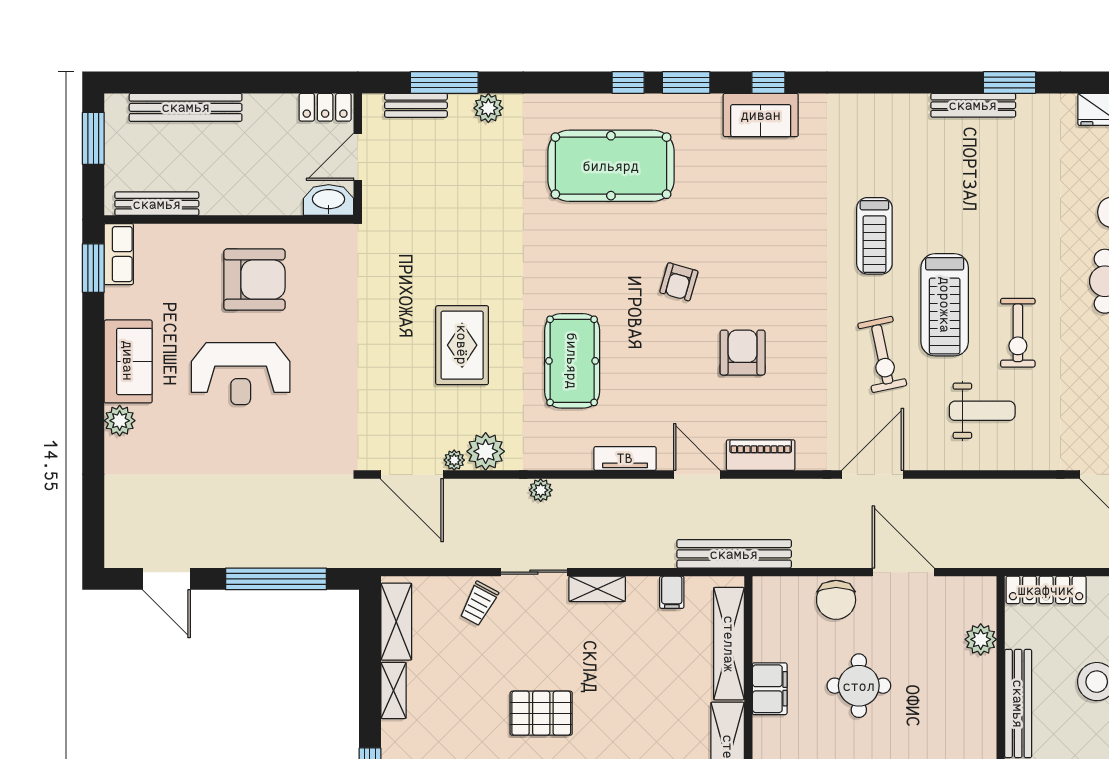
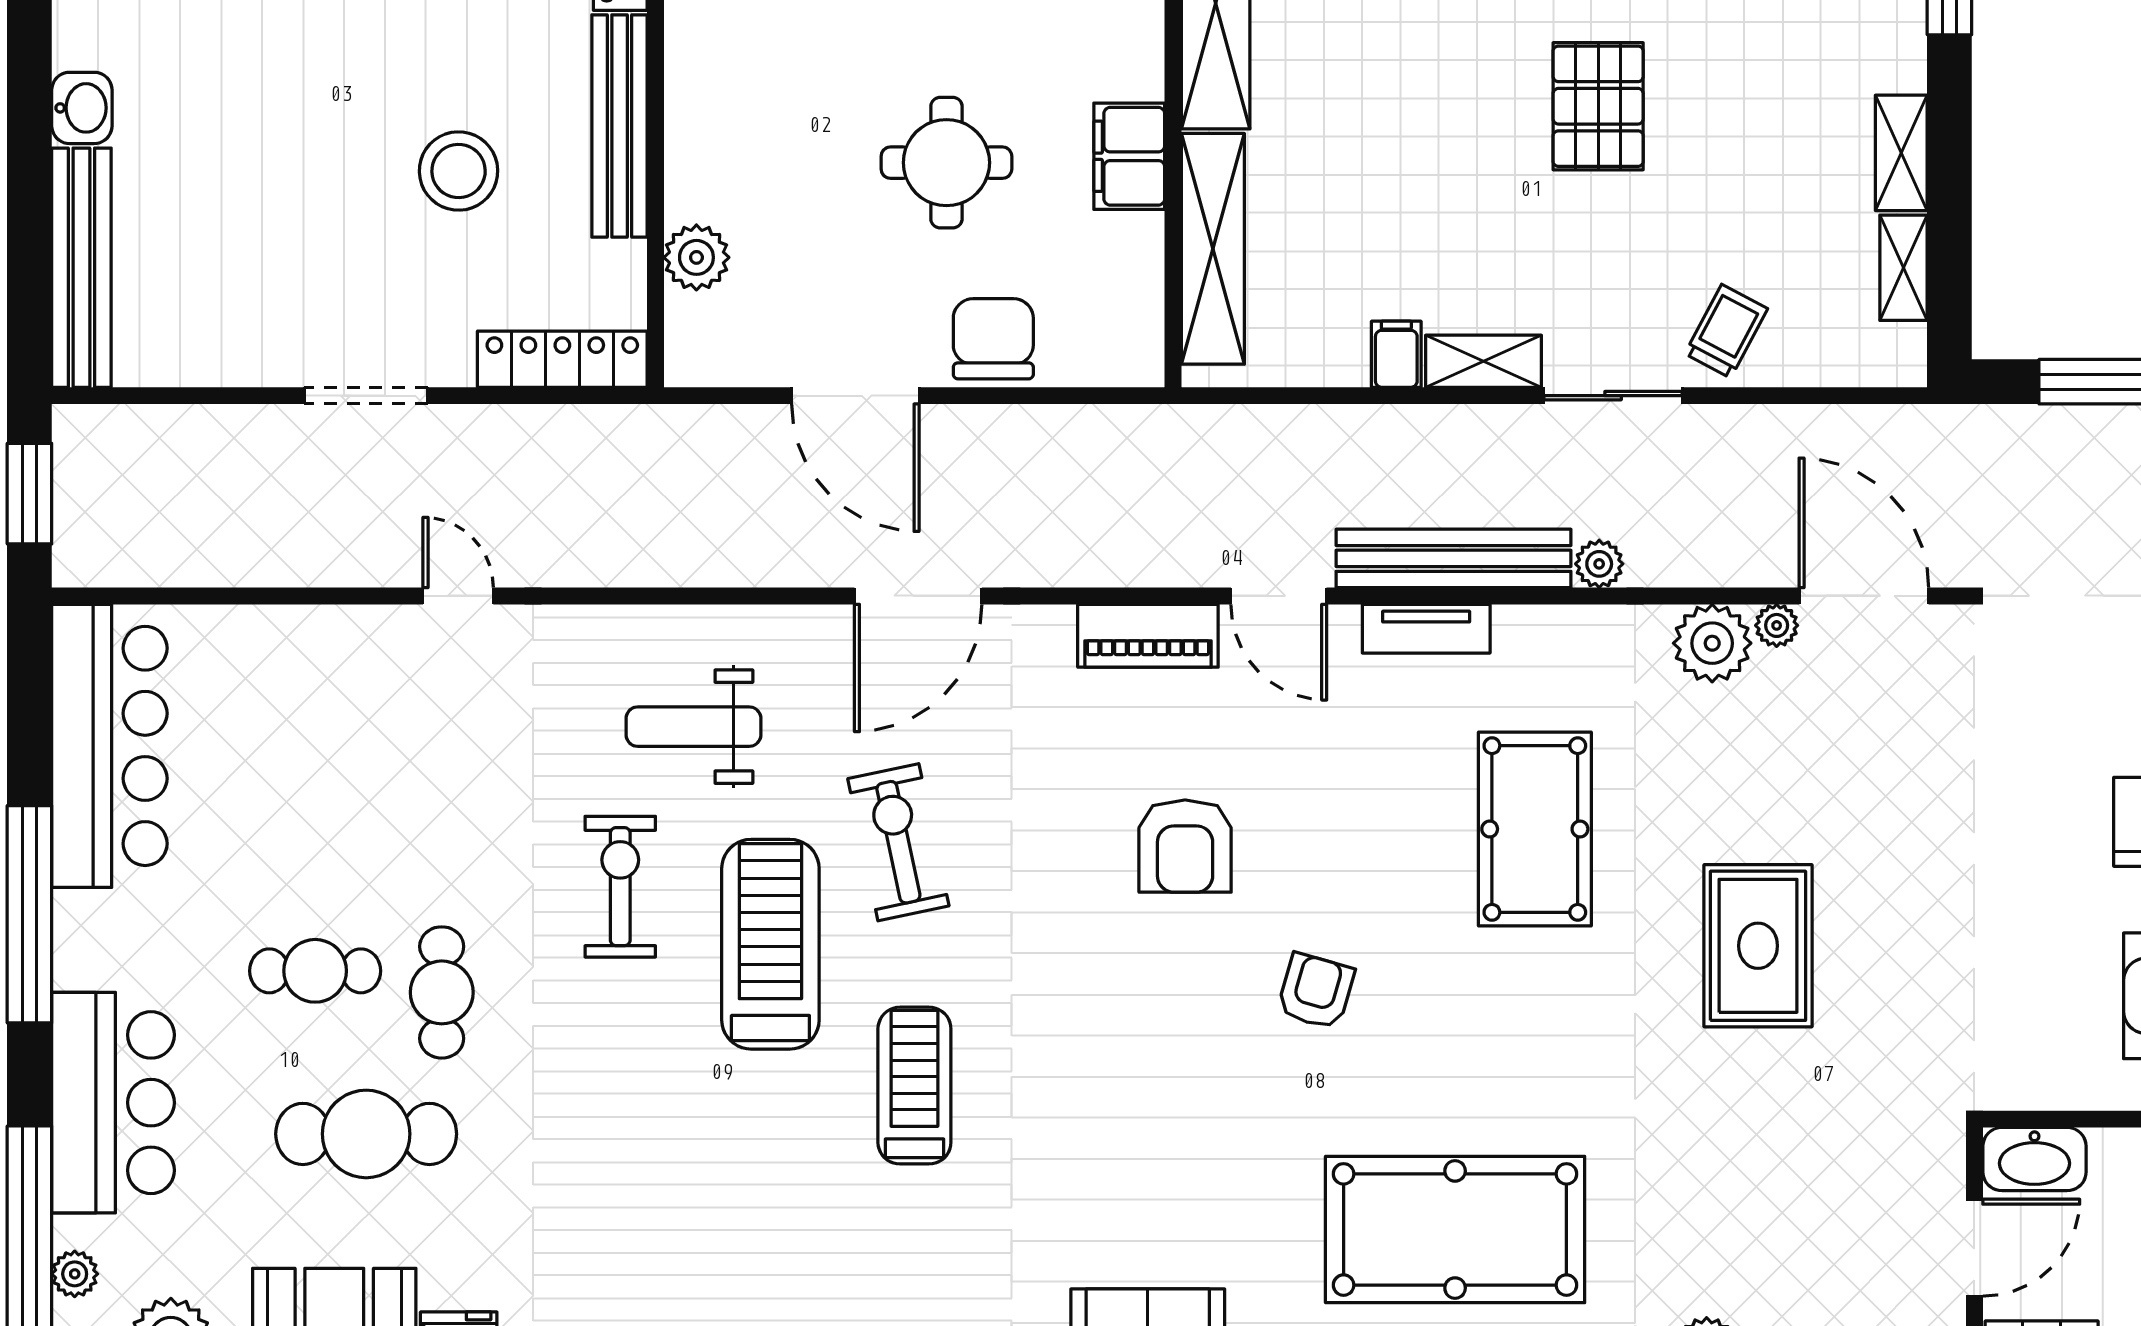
rug: (462, 345) -> (1758, 946), moved
bench: (734, 554) -> (1454, 558), moved
filing cabinet: (672, 592) -> (1396, 354), moved
shelving: (396, 622) -> (1903, 268), width x0.67, depth x0.75
pallet: (541, 713) -> (1598, 106), turned 90

